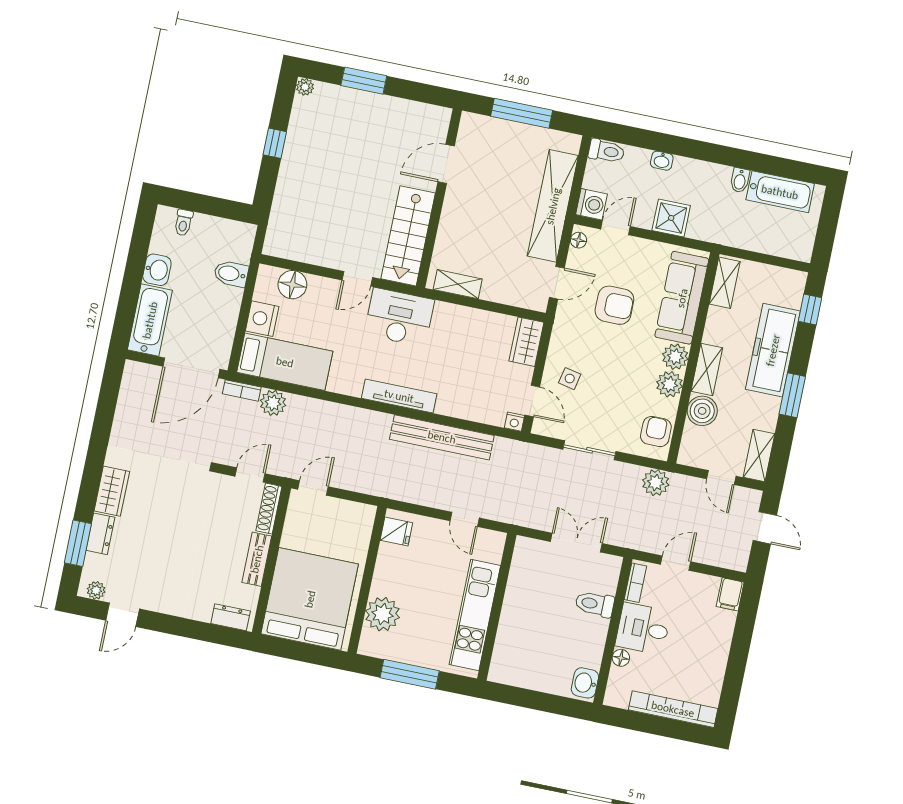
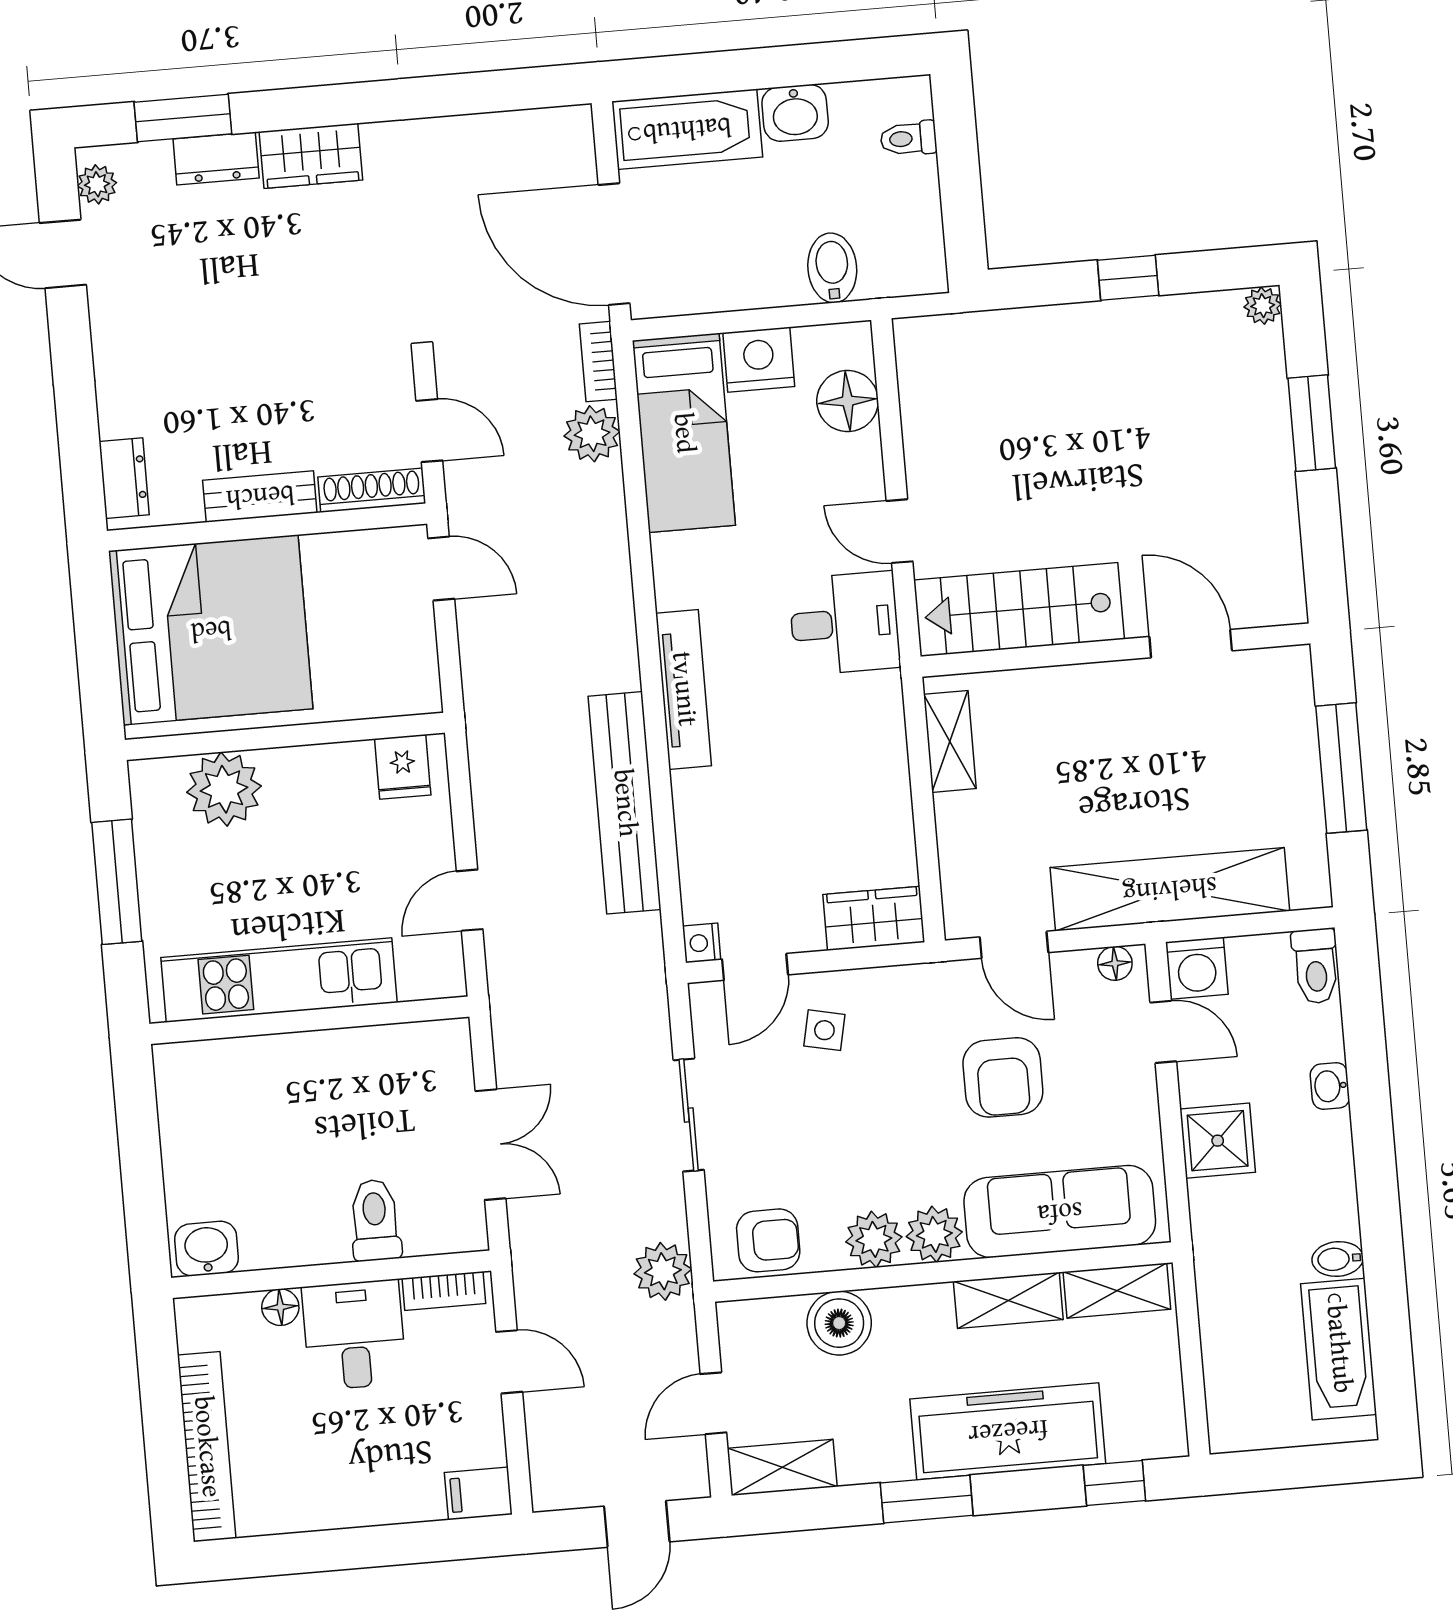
desk: (399, 317) -> (844, 623), width x0.73
shelving: (707, 370) -> (1008, 1300), moved

